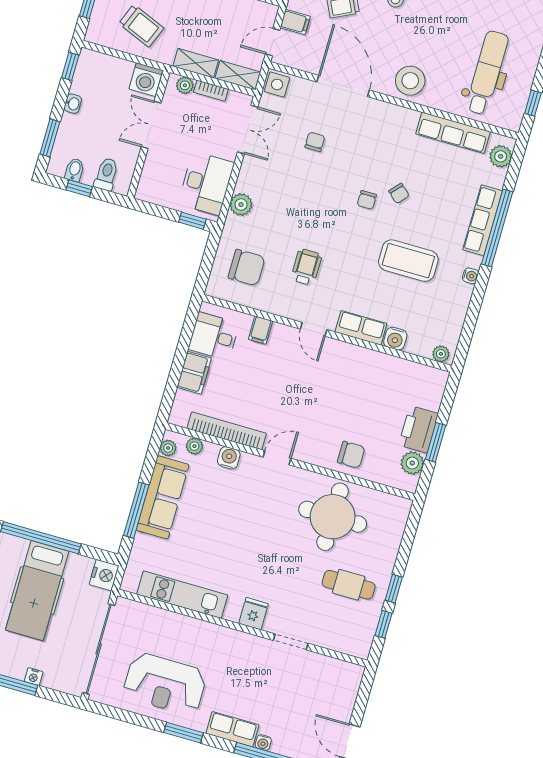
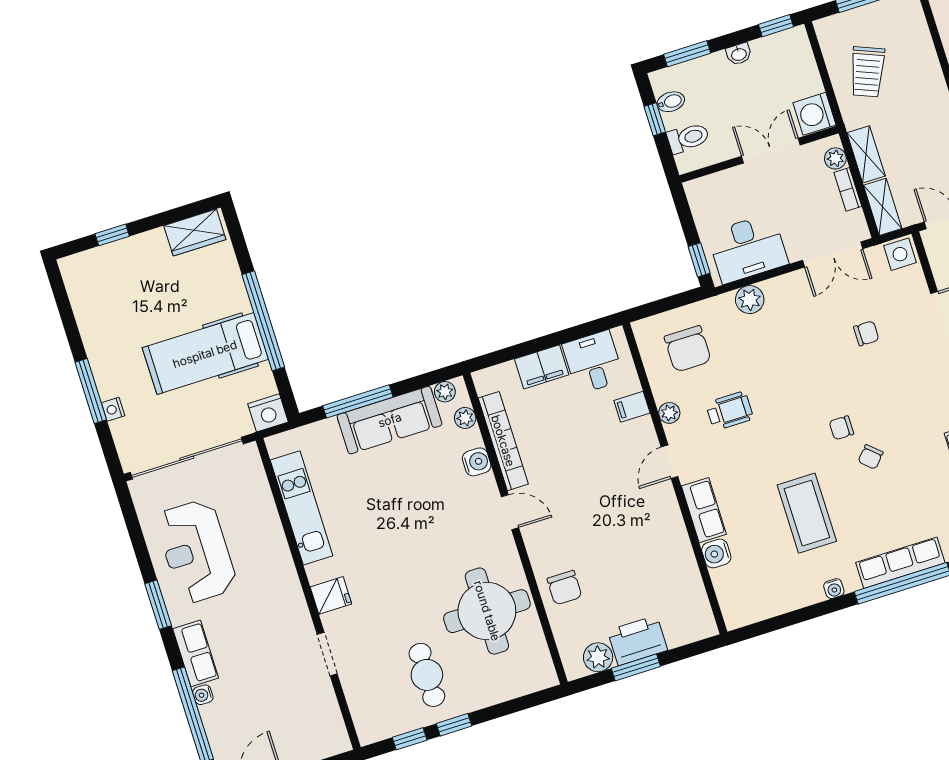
plant: (441, 354) -> (669, 413), moved

